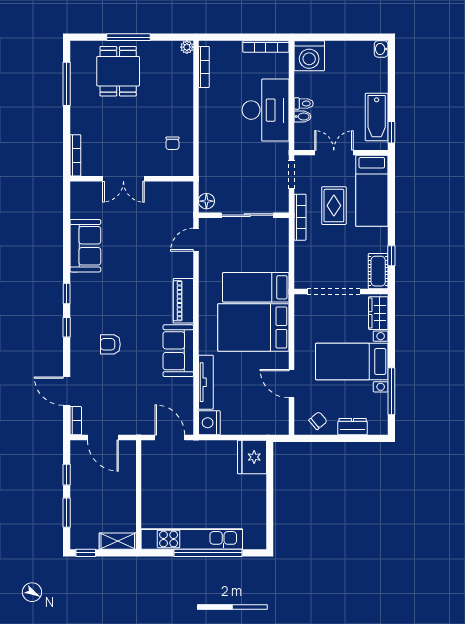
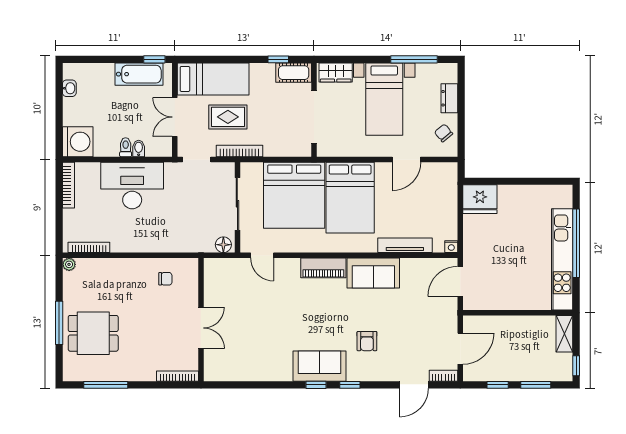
washbasin: (381, 49) -> (69, 88), moved, turned -90
sofa: (85, 246) -> (319, 366), moved
bed: (256, 287) -> (294, 195), width x2.04
nightstand: (209, 423) -> (451, 247), width x0.53, depth x0.56

